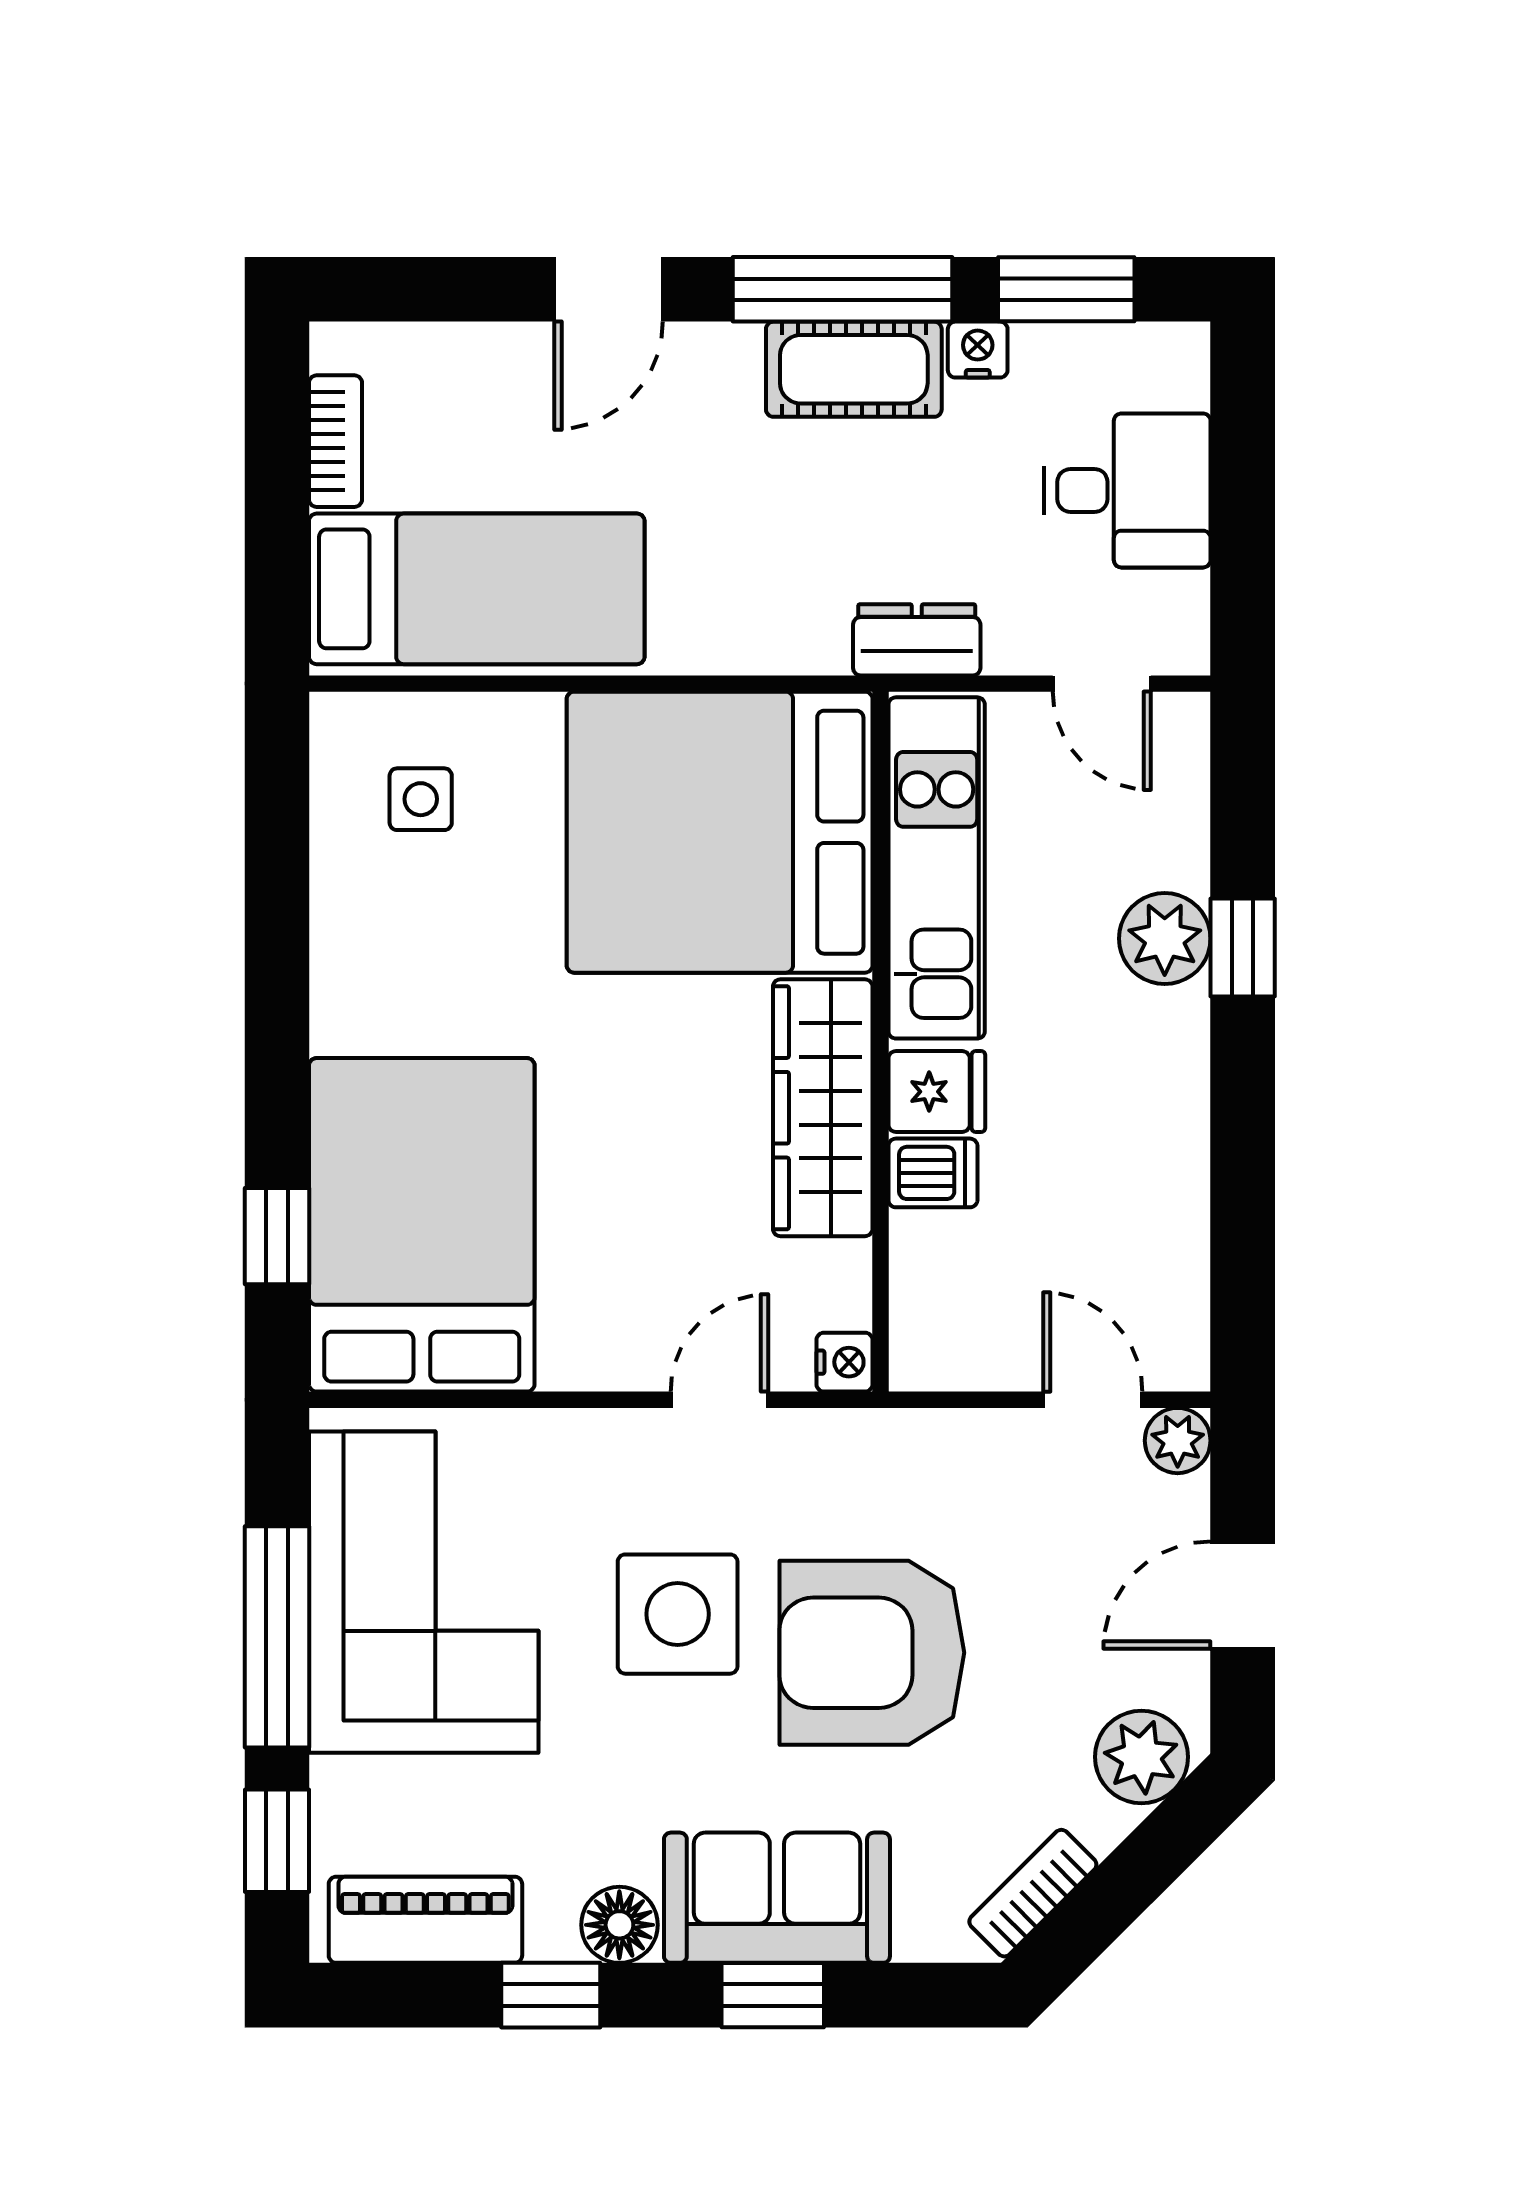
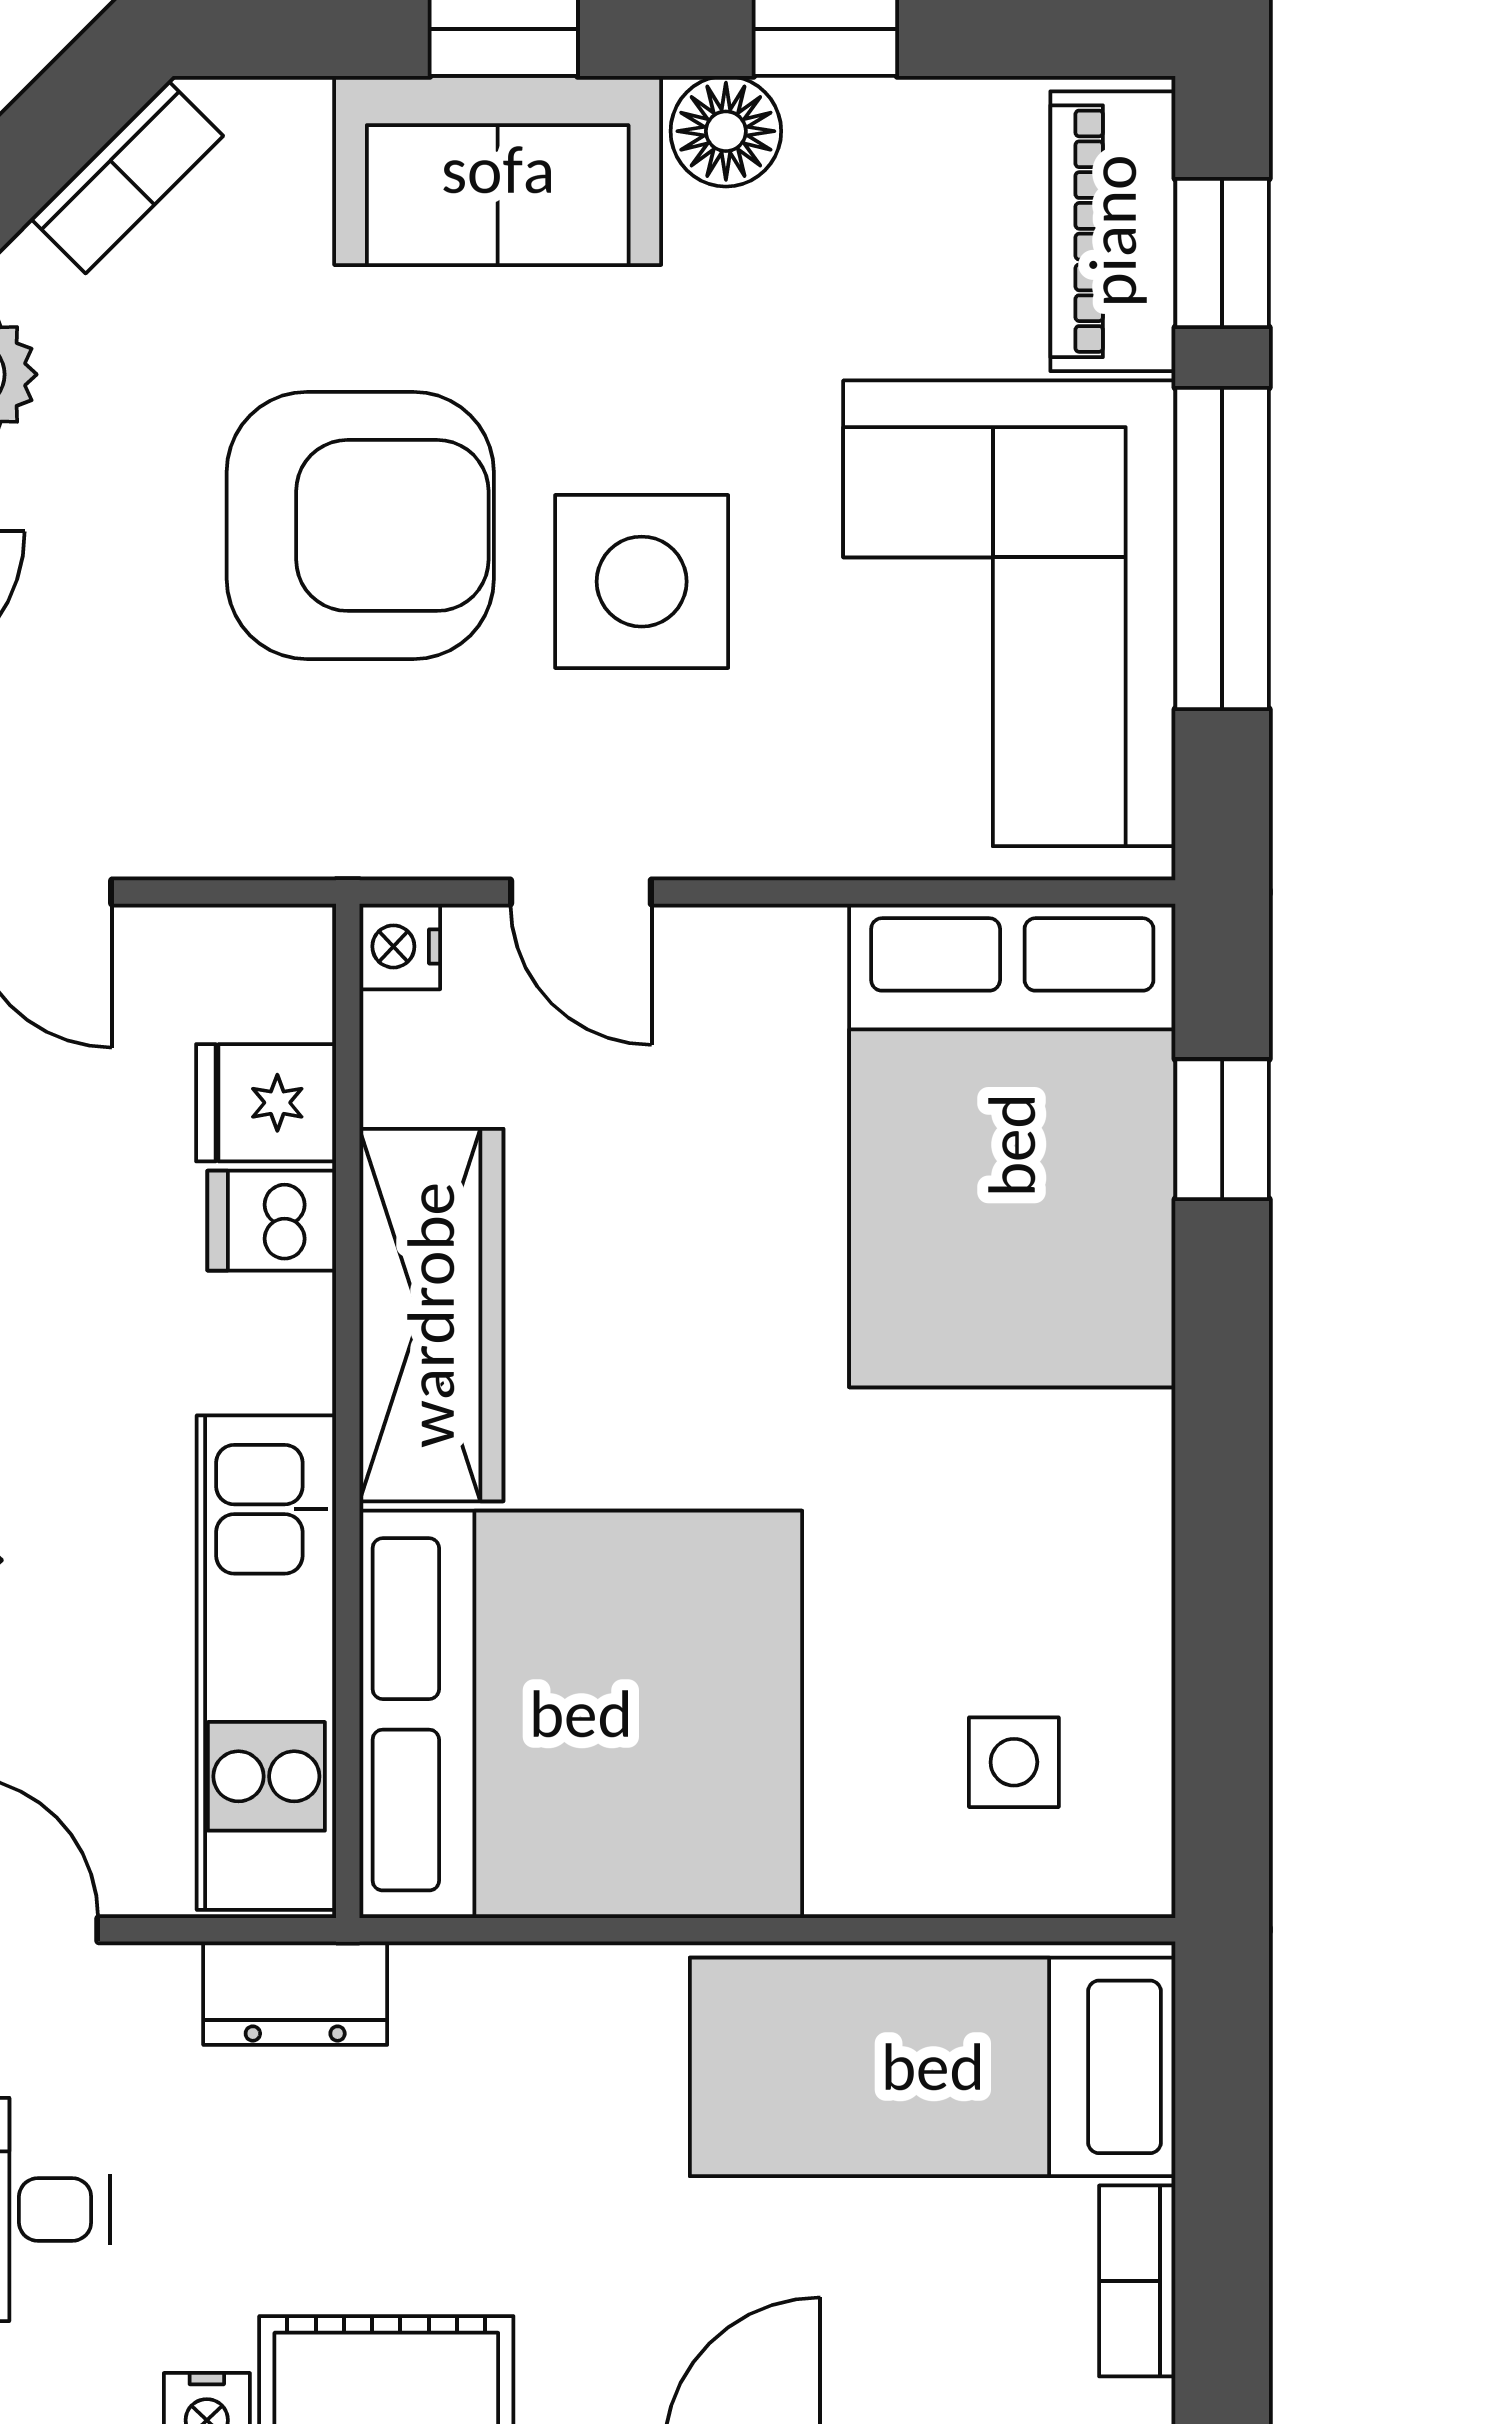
fridge: (937, 1092) -> (266, 1103), moved
door: (720, 1400) -> (581, 892), hinge flipped
piano: (425, 1920) -> (1113, 231), moved, turned 90

